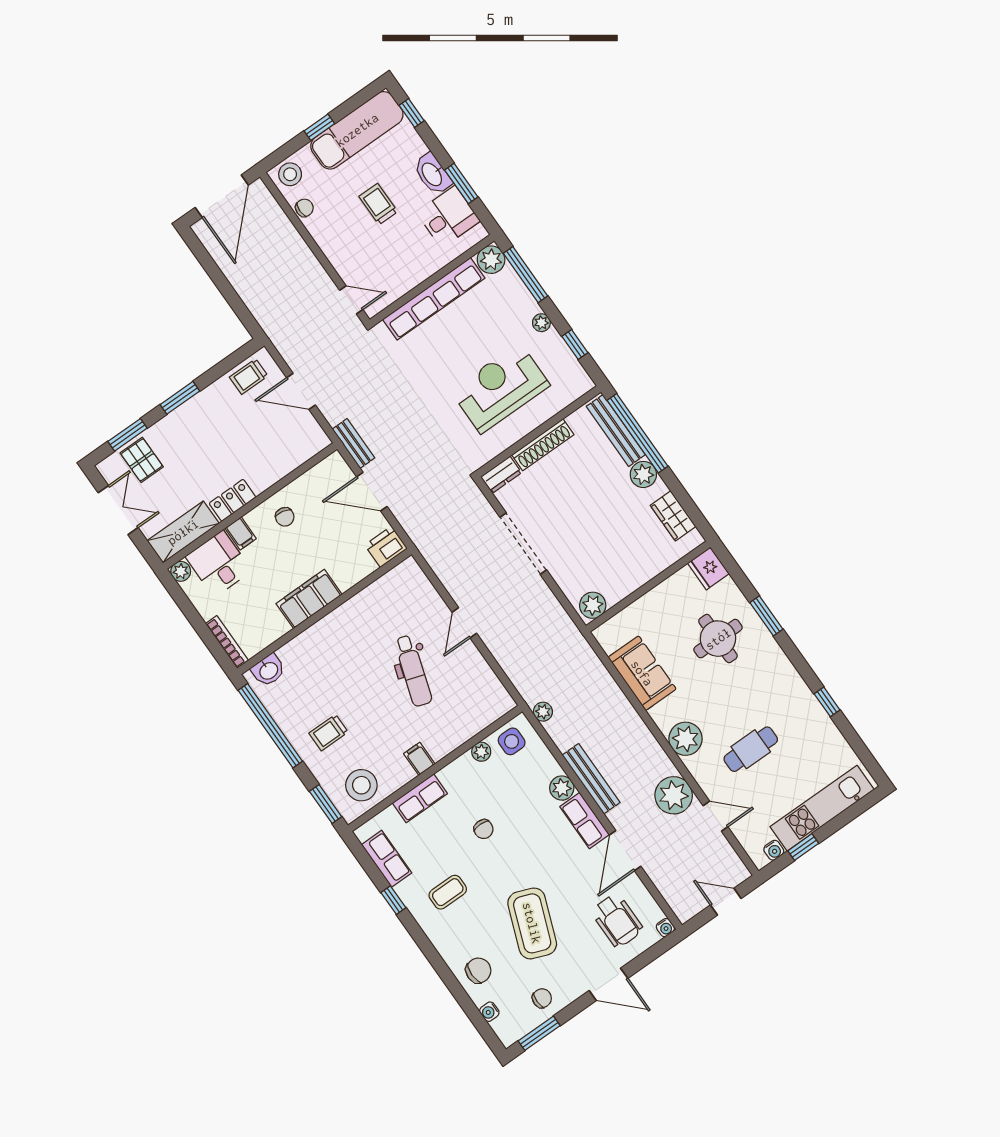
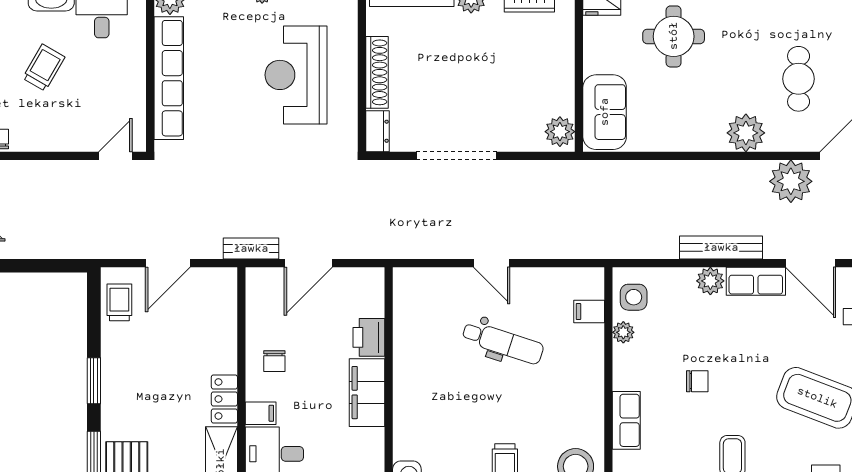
trolley: (378, 204) -> (44, 68), turned 120
trolley: (249, 377) -> (119, 302), turned 180
chair: (285, 517) -> (274, 361), turned 78
printer: (386, 547) -> (369, 337), moved
sofa: (642, 673) -> (605, 112), moved, turned 90
plant: (543, 712) -> (627, 248), removed
filing cabinet: (419, 759) -> (589, 312), moved

